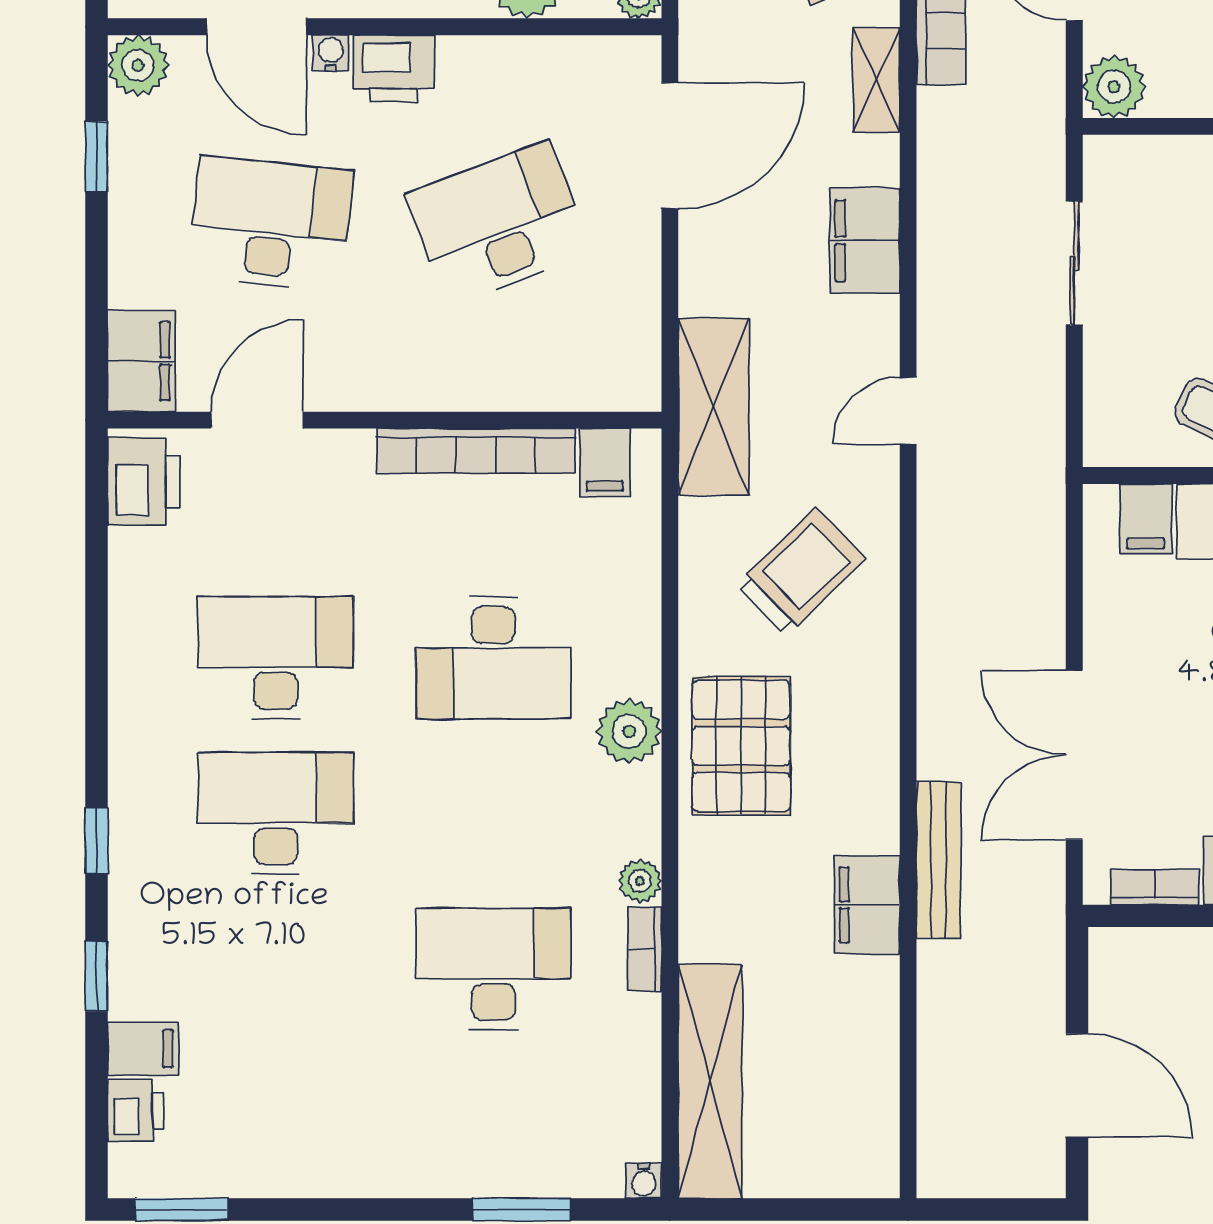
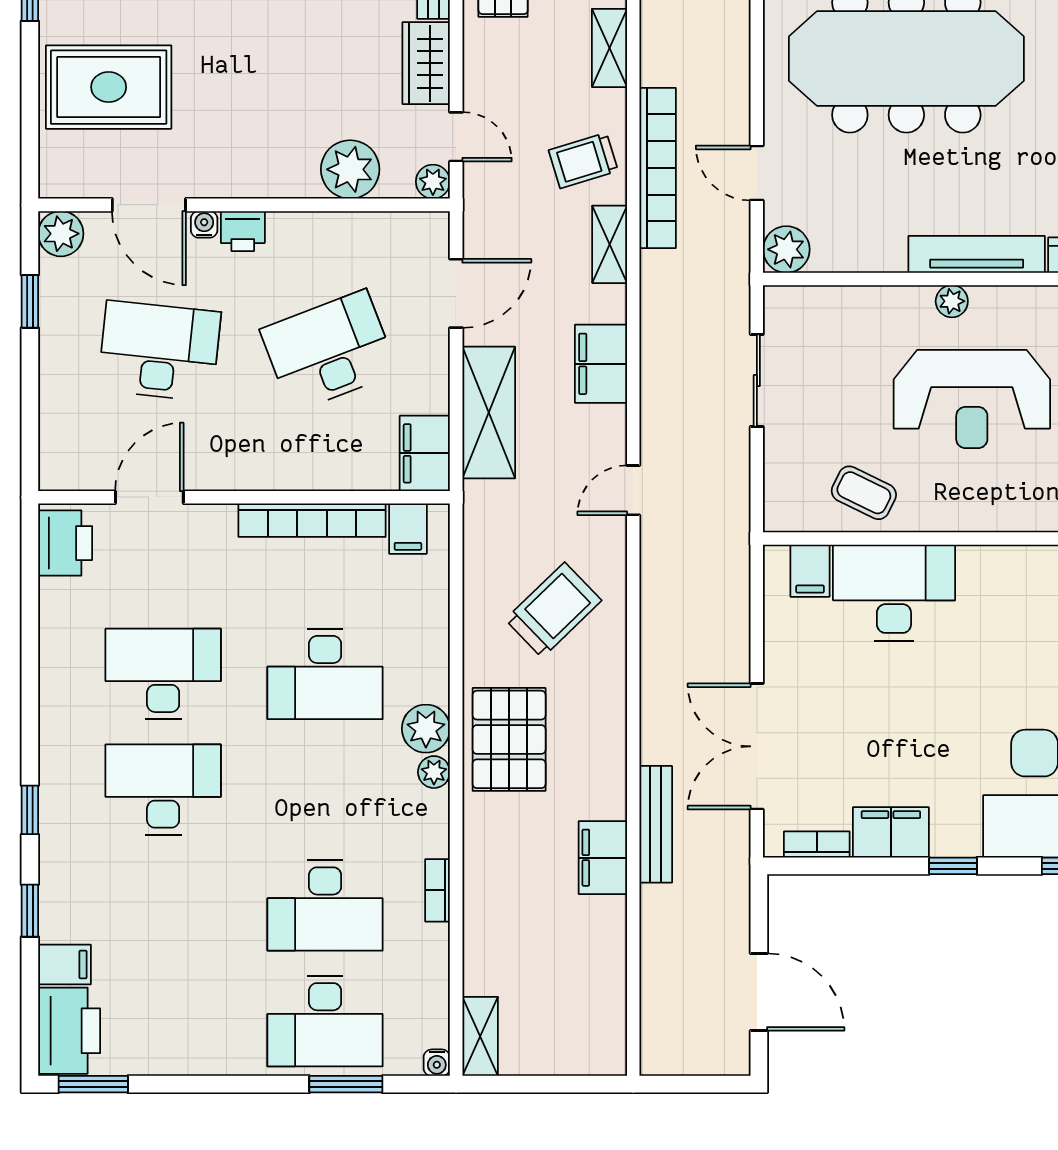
printer: (394, 68) -> (243, 231), width x0.73, depth x0.81
door: (670, 146) -> (456, 293), width x0.73
filing cabinet: (141, 361) -> (425, 453), moved, turned 180
shelving: (714, 407) -> (489, 413), moved
plant: (640, 881) -> (434, 772), moved
desk: (493, 969) -> (325, 905), turned 180
shelving: (710, 1081) -> (480, 1036), width x0.45, depth x0.75
printer: (136, 1111) -> (69, 1031), width x1.87, depth x1.48
desk: (493, 1125) -> (325, 1021), added

